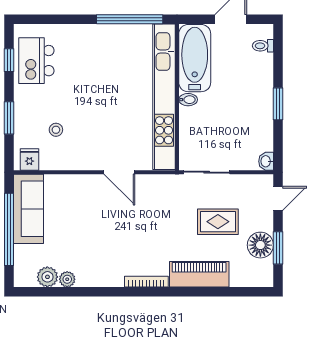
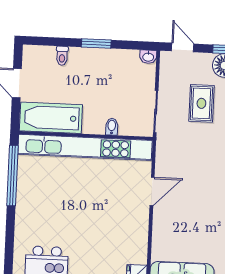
toilet: (263, 46) -> (62, 56), moved
bidet: (188, 100) -> (112, 127), moved
stool: (56, 130) -> (111, 248), removed

